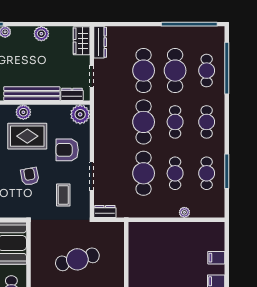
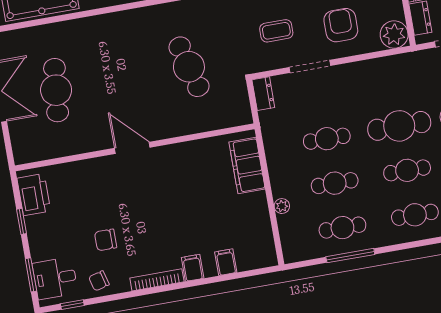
cafe table: (144, 173) -> (327, 139), width x0.73, depth x0.74
filing cabinet: (152, 231) -> (247, 166), added

